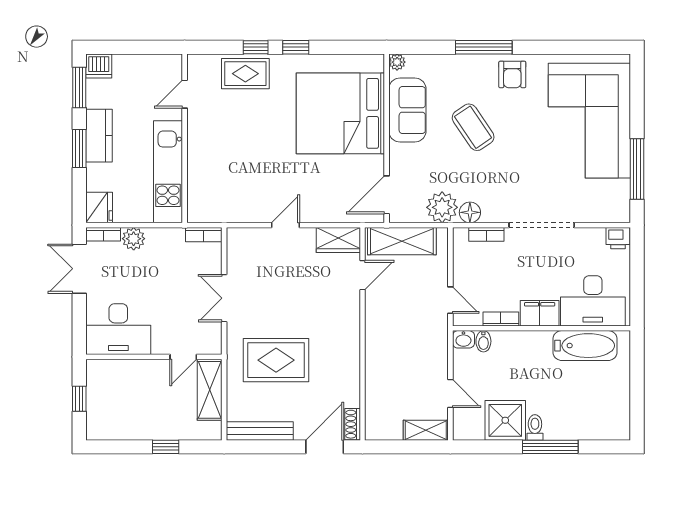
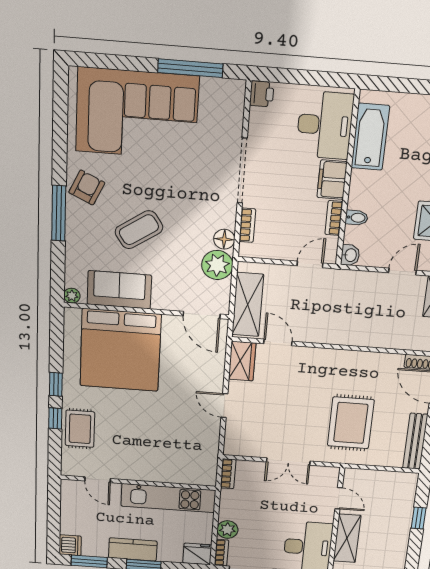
armchair: (512, 74) -> (87, 188), turned -65
bidet: (483, 341) -> (356, 218), moved
shelving: (210, 390) -> (347, 538), moved, turned 90

